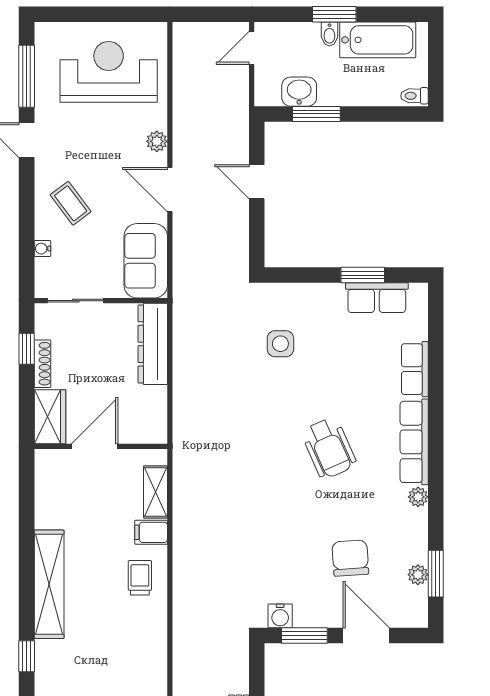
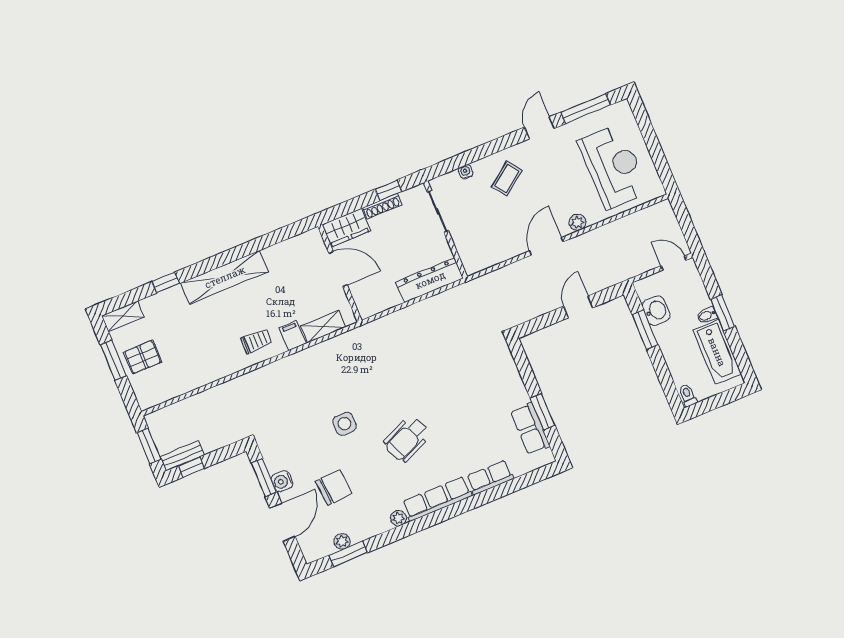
sofa: (146, 261) -> (488, 250), removed
side table: (280, 344) -> (344, 424), moved
water cooler: (280, 616) -> (282, 481), moved

